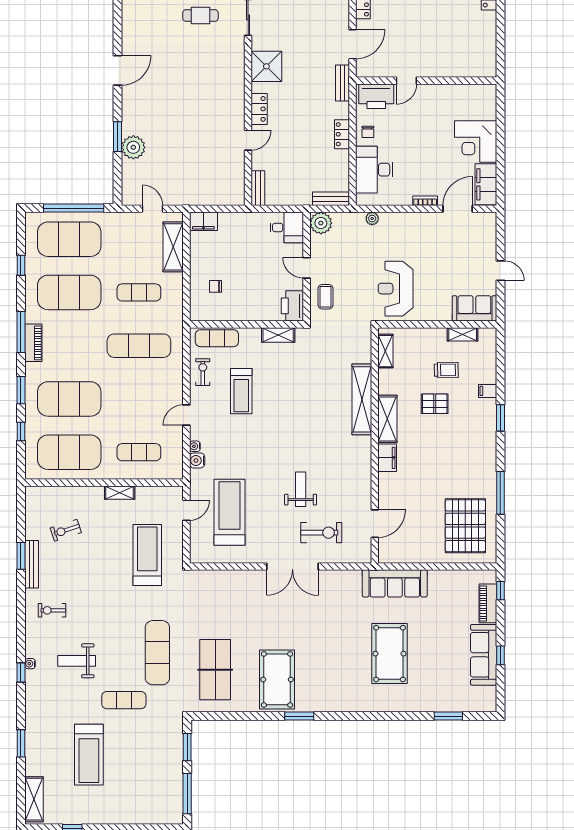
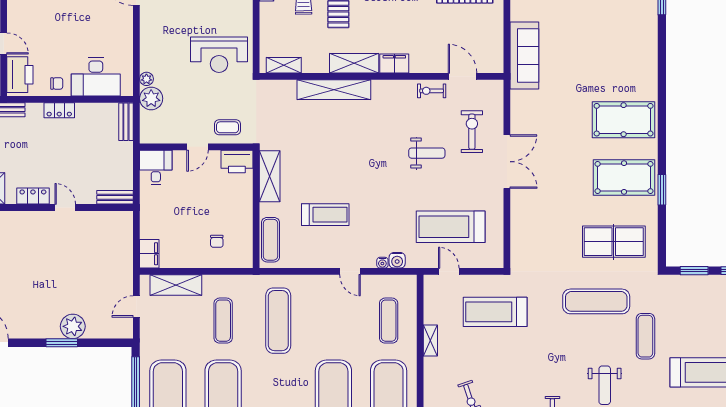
bookcase: (425, 201) -> (128, 24), removed
plant: (321, 223) -> (151, 98), moved
shelving: (278, 335) -> (270, 176), width x1.50, depth x1.33
exercise bike: (203, 372) -> (432, 91), moved
weight bench: (301, 489) -> (427, 153), turned 180
pool table: (390, 654) -> (624, 120), moved
window: (299, 716) -> (662, 190), moved

